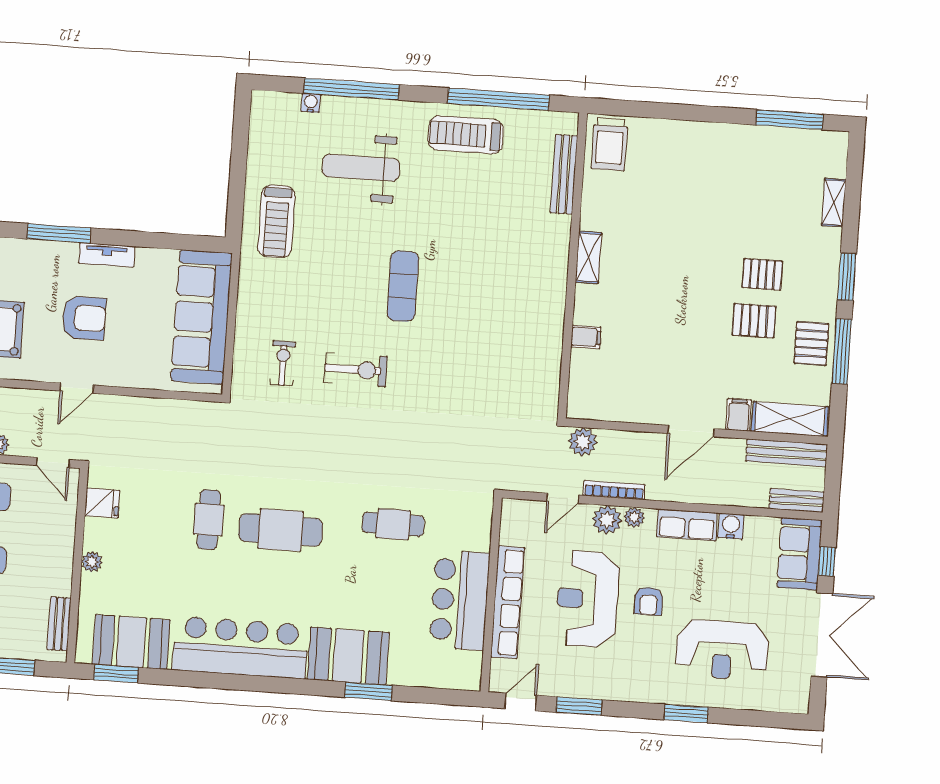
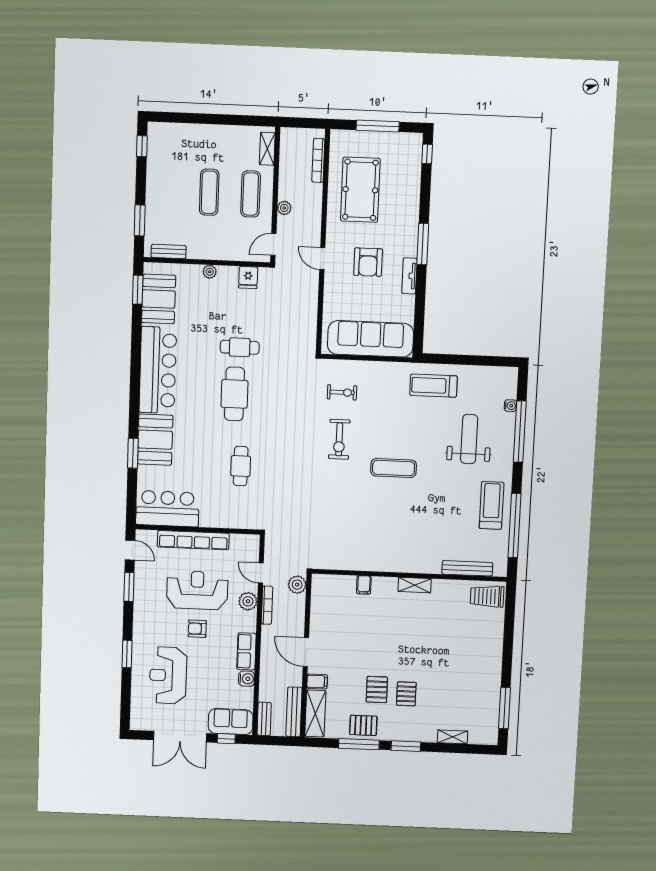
plant: (634, 517) -> (250, 618), removed
bar counter: (460, 600) -> (167, 509), moved

